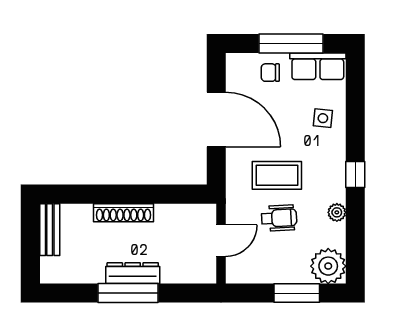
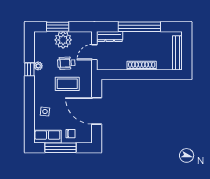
window: (355, 175) -> (29, 69), moved
bench: (50, 230) -> (177, 53), width x1.36
plant: (328, 266) -> (63, 40), moved
dresser: (133, 273) -> (110, 36), moved
window: (128, 293) -> (139, 27), width x1.46

